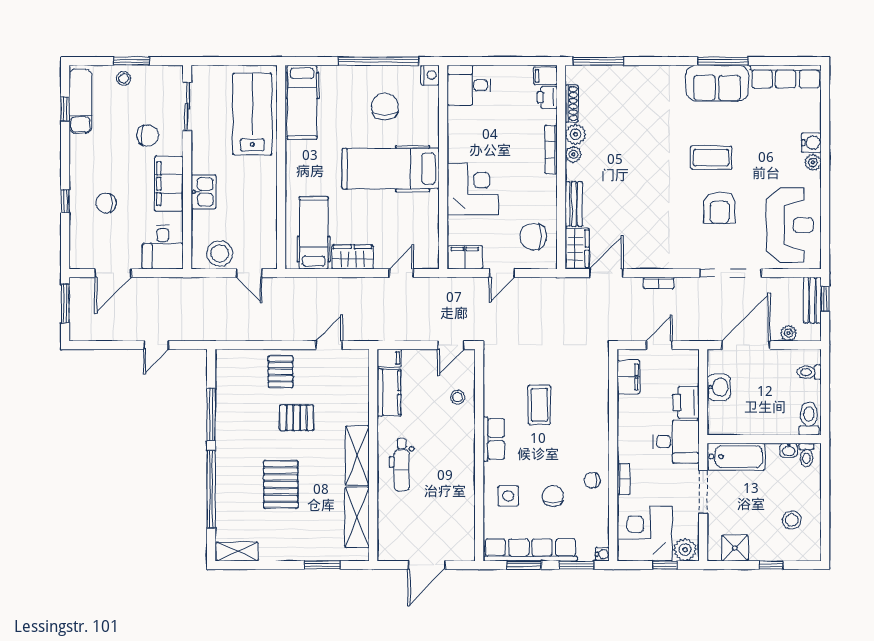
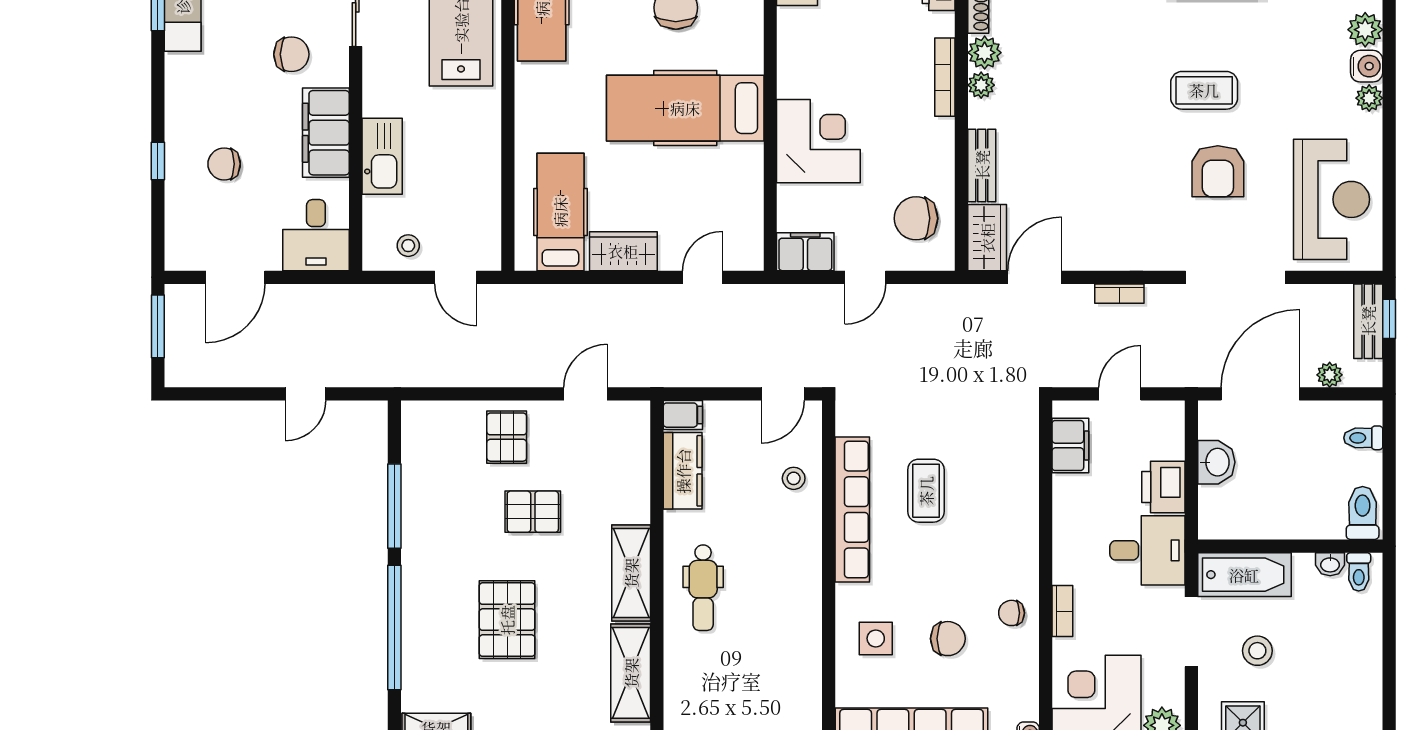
plant: (810, 120) -> (1365, 30), added
kitchen sink: (204, 192) -> (382, 156), width x1.38
stool: (220, 253) -> (408, 246), width x0.53, depth x0.53
row of seats: (494, 439) -> (852, 510), width x2.02
chair: (553, 496) -> (948, 639), turned 90
stool: (792, 520) -> (1257, 651), moved

